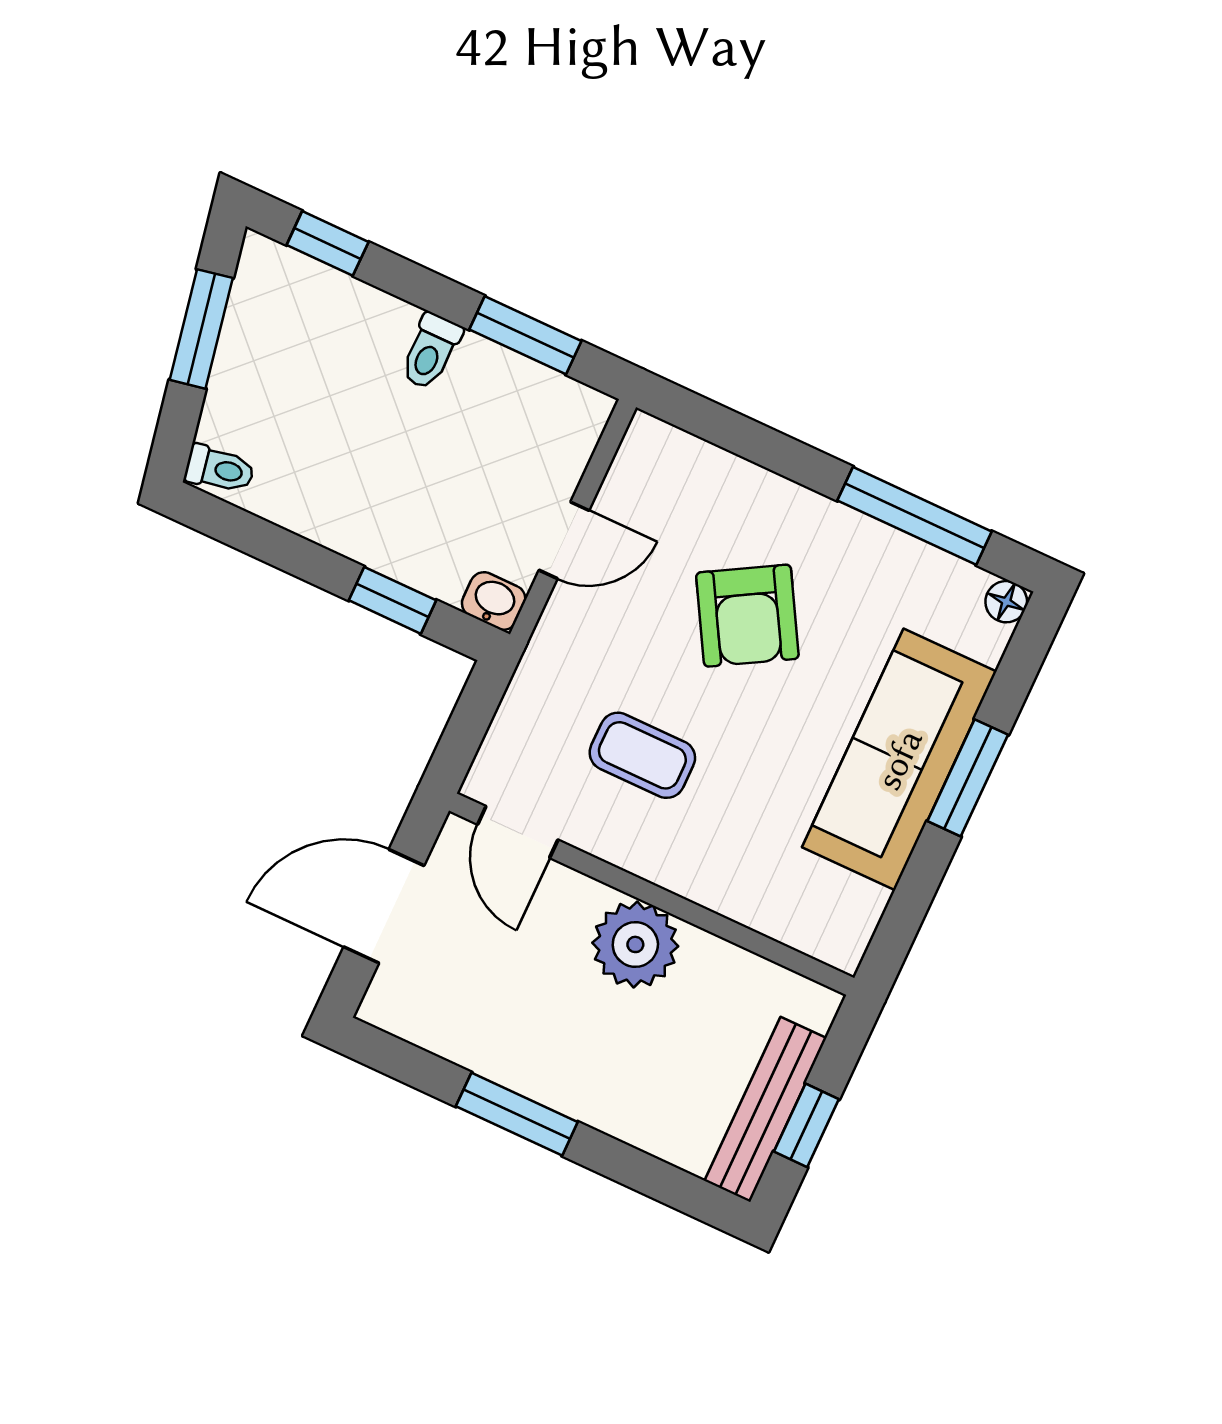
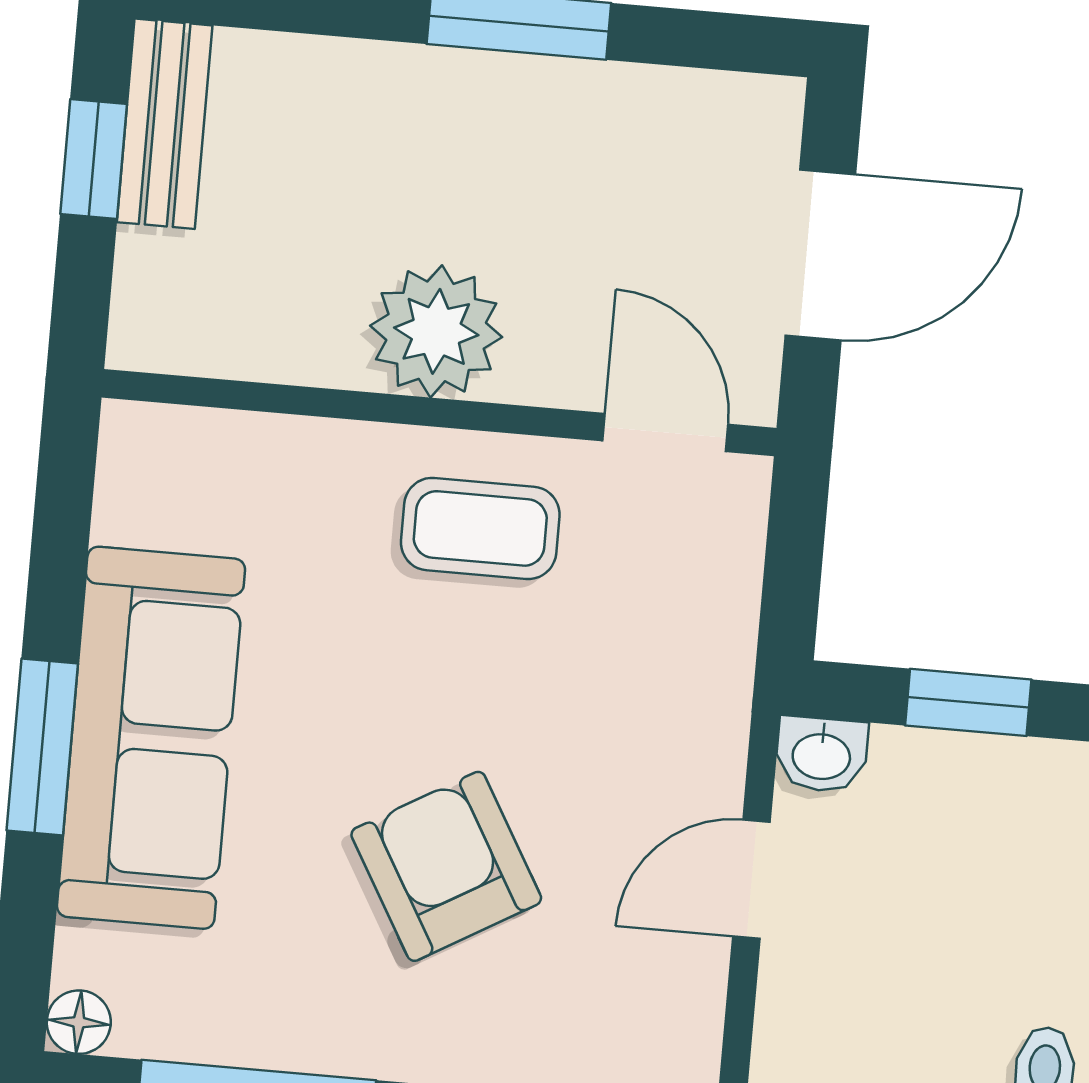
coffee table: (642, 755) -> (480, 528), moved
bench: (765, 1109) -> (165, 124), width x0.73

